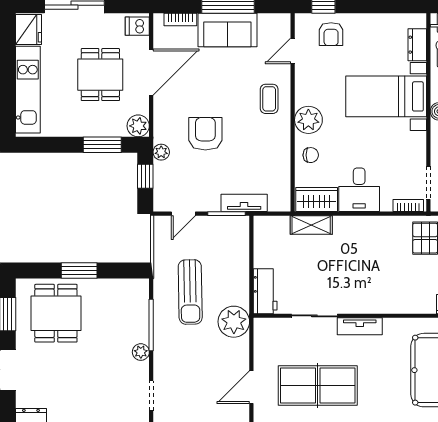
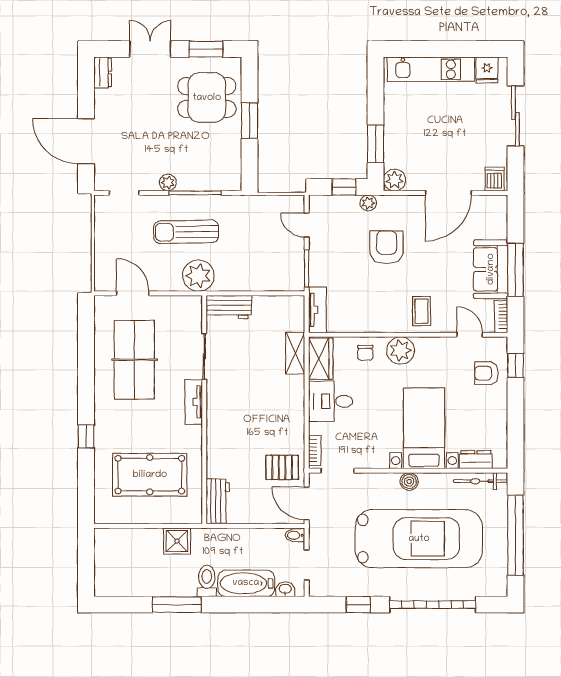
bookcase: (180, 19) -> (501, 317), moved
fridge: (29, 29) -> (487, 70), width x0.72
door: (151, 72) -> (448, 193), hinge flipped
dining table: (100, 75) -> (446, 142), removed
coffee table: (269, 99) -> (422, 311), turned 90
armchair: (205, 134) -> (387, 247), turned -90
tv unit: (244, 203) -> (317, 310), moved
sun lounger: (190, 292) -> (186, 232), moved

